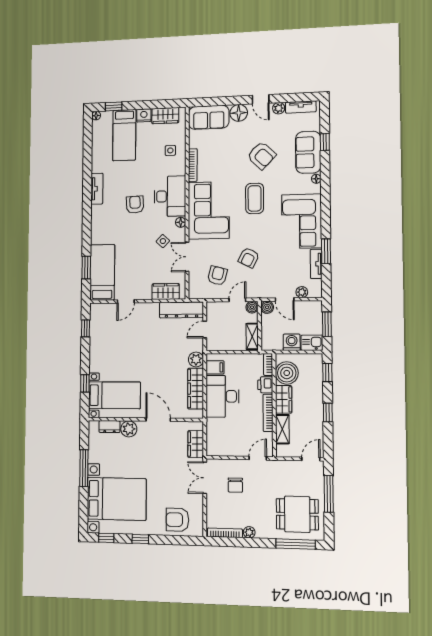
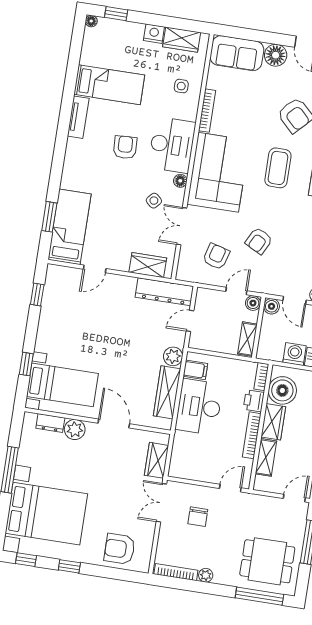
bed: (124, 135) -> (109, 85), moved, turned -90

